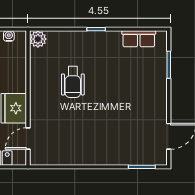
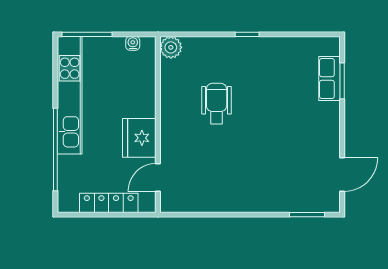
row of seats: (139, 39) -> (329, 79), moved, turned 90
wheelchair: (73, 82) -> (217, 103), turned 180

